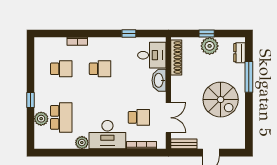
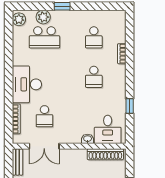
washbasin: (159, 80) -> (88, 139), width x0.52, depth x0.69
plant: (82, 143) -> (19, 19), moved

